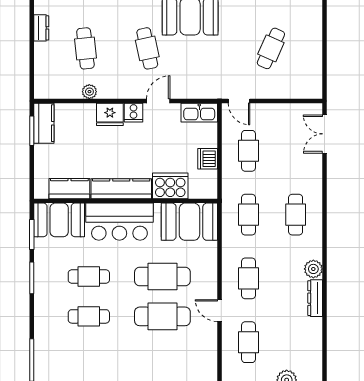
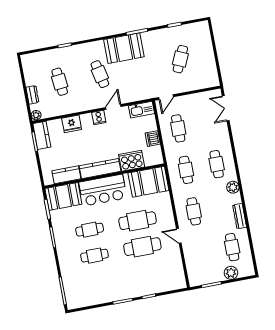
dresser: (41, 28) -> (32, 95), moved
plant: (89, 92) -> (36, 115), moved
door: (239, 101) -> (166, 97), hinge flipped
fridge: (110, 114) -> (72, 124), moved
plant: (313, 269) -> (233, 187), moved
cafe table: (248, 342) -> (232, 247), moved

